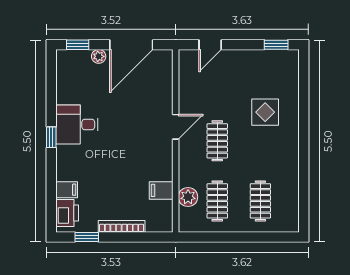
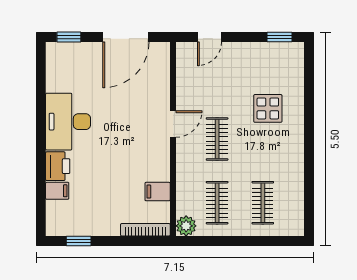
plant: (99, 56) -> (91, 49), removed
desk: (77, 125) -> (68, 122), width x1.37
window: (51, 137) -> (41, 135), removed
plant: (188, 197) -> (186, 226), moved
printer: (67, 213) -> (58, 166), moved
bookcase: (122, 226) -> (145, 230), moved

